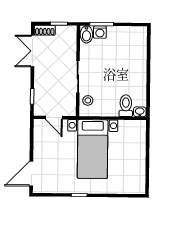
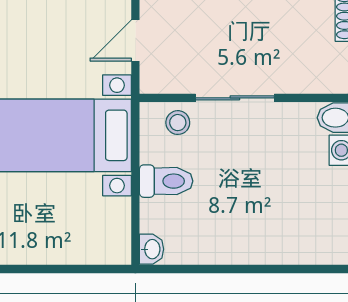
toilet: (126, 106) -> (166, 181), moved

